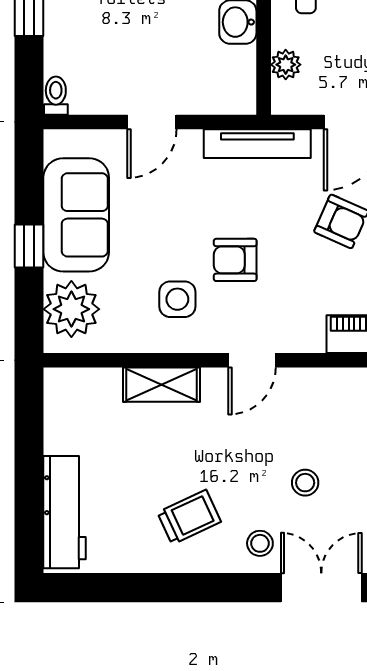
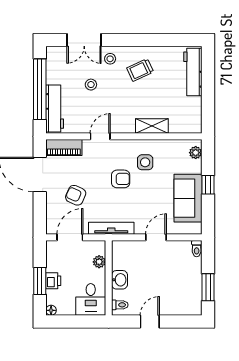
plant: (71, 309) -> (196, 153), width x0.53, depth x0.53
door: (252, 360) -> (100, 136), moved

